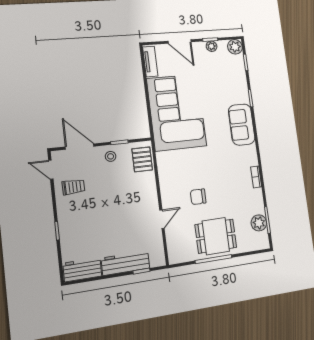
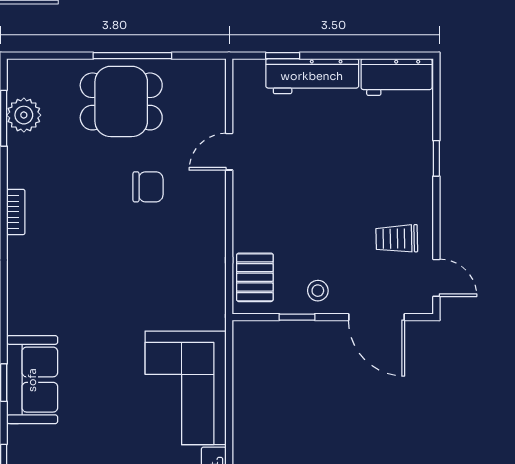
corner sofa: (177, 112) -> (186, 388), width x0.73, depth x0.74
sofa: (242, 125) -> (32, 380), moved

